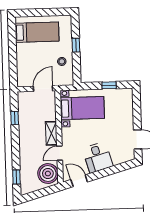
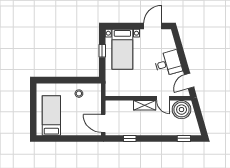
window: (76, 45) -> (64, 80), removed
door: (43, 89) -> (103, 123), moved
bed with nightstands: (82, 108) -> (122, 49), moved, turned 180

